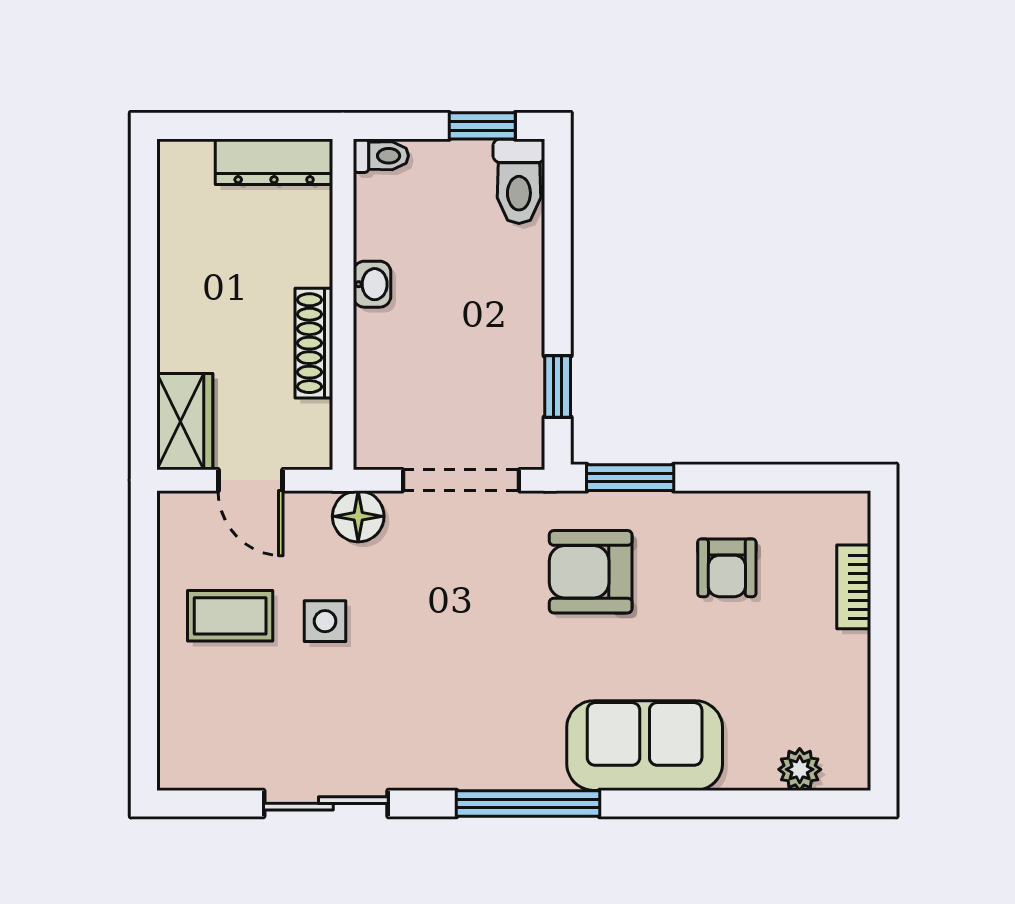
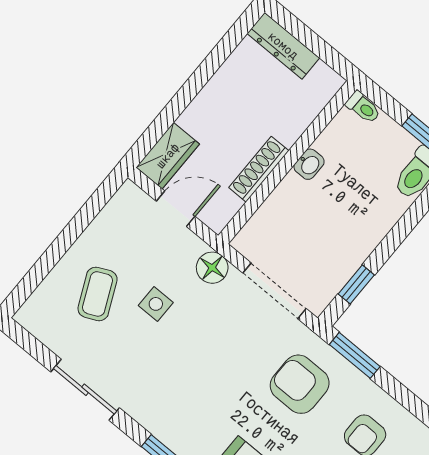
dresser: (274, 162) -> (283, 46), moved
door: (250, 480) -> (176, 209), swing flipped
coffee table: (230, 616) -> (98, 294), moved, turned 65

